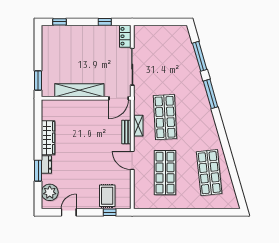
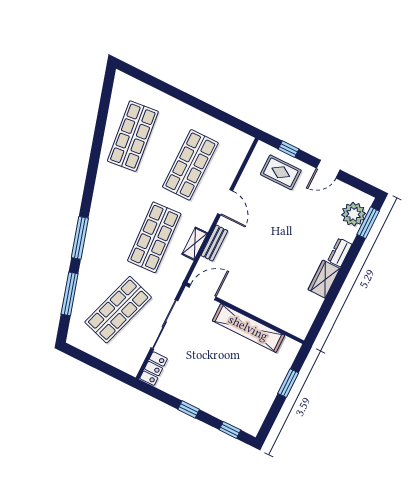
window: (105, 22) -> (189, 409), moved
shop shelf: (165, 62) -> (118, 310), added
window: (38, 80) -> (288, 383), moved
wardrobe: (48, 138) -> (324, 279), width x0.67
window: (38, 171) -> (368, 223), moved
rug: (107, 196) -> (281, 172), turned 90
door: (69, 212) -> (328, 169), moved

